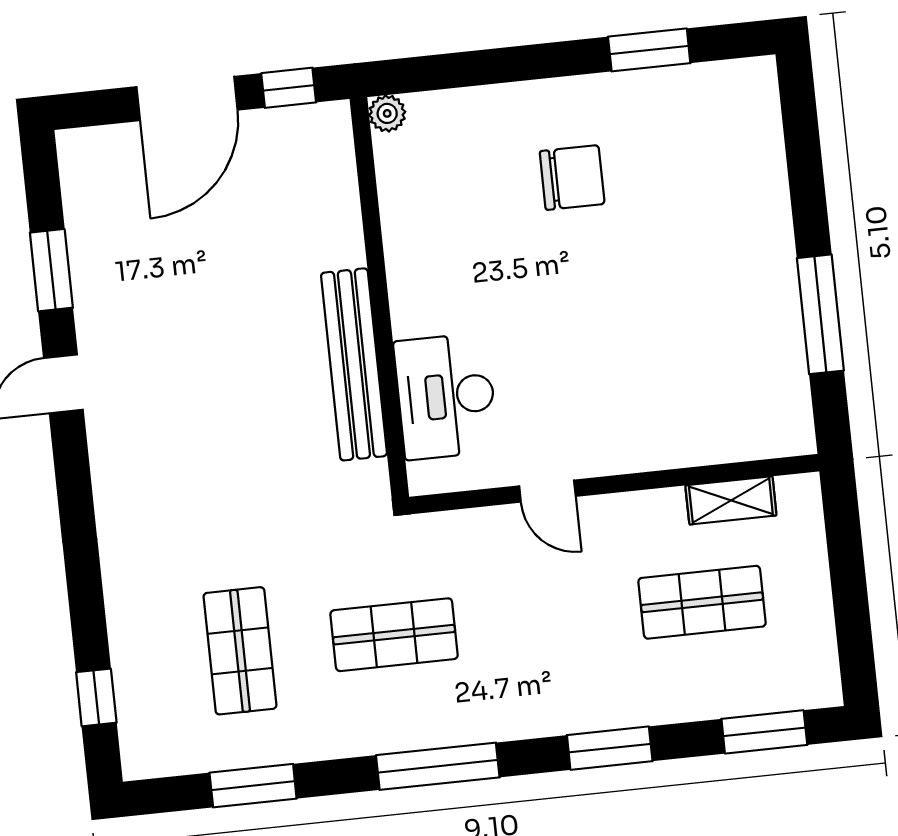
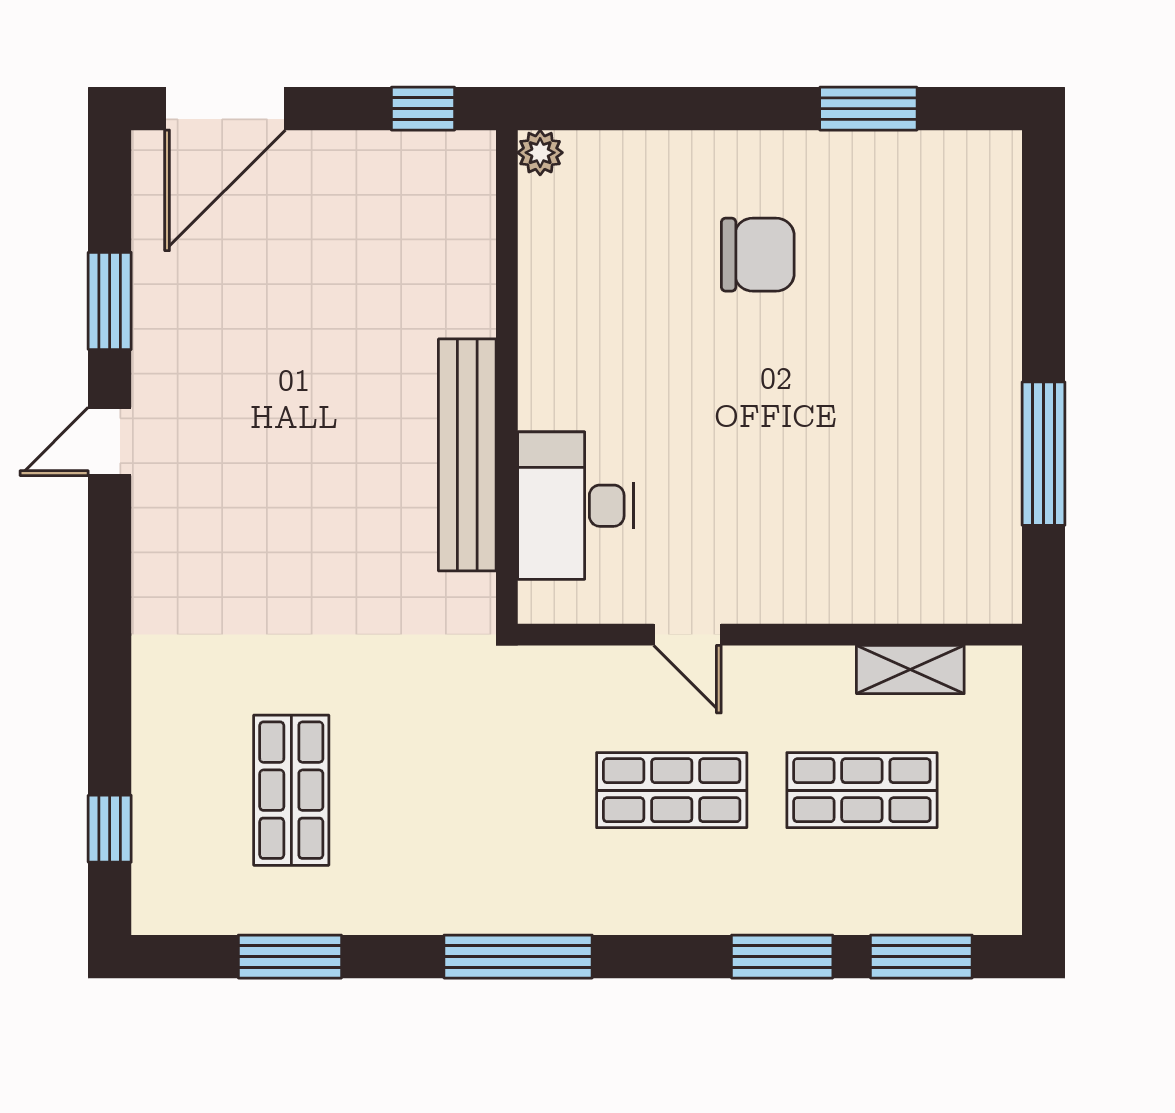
door: (187, 98) -> (225, 109), moved
shop shelf: (394, 635) -> (672, 790), moved
window: (610, 748) -> (782, 957), moved

